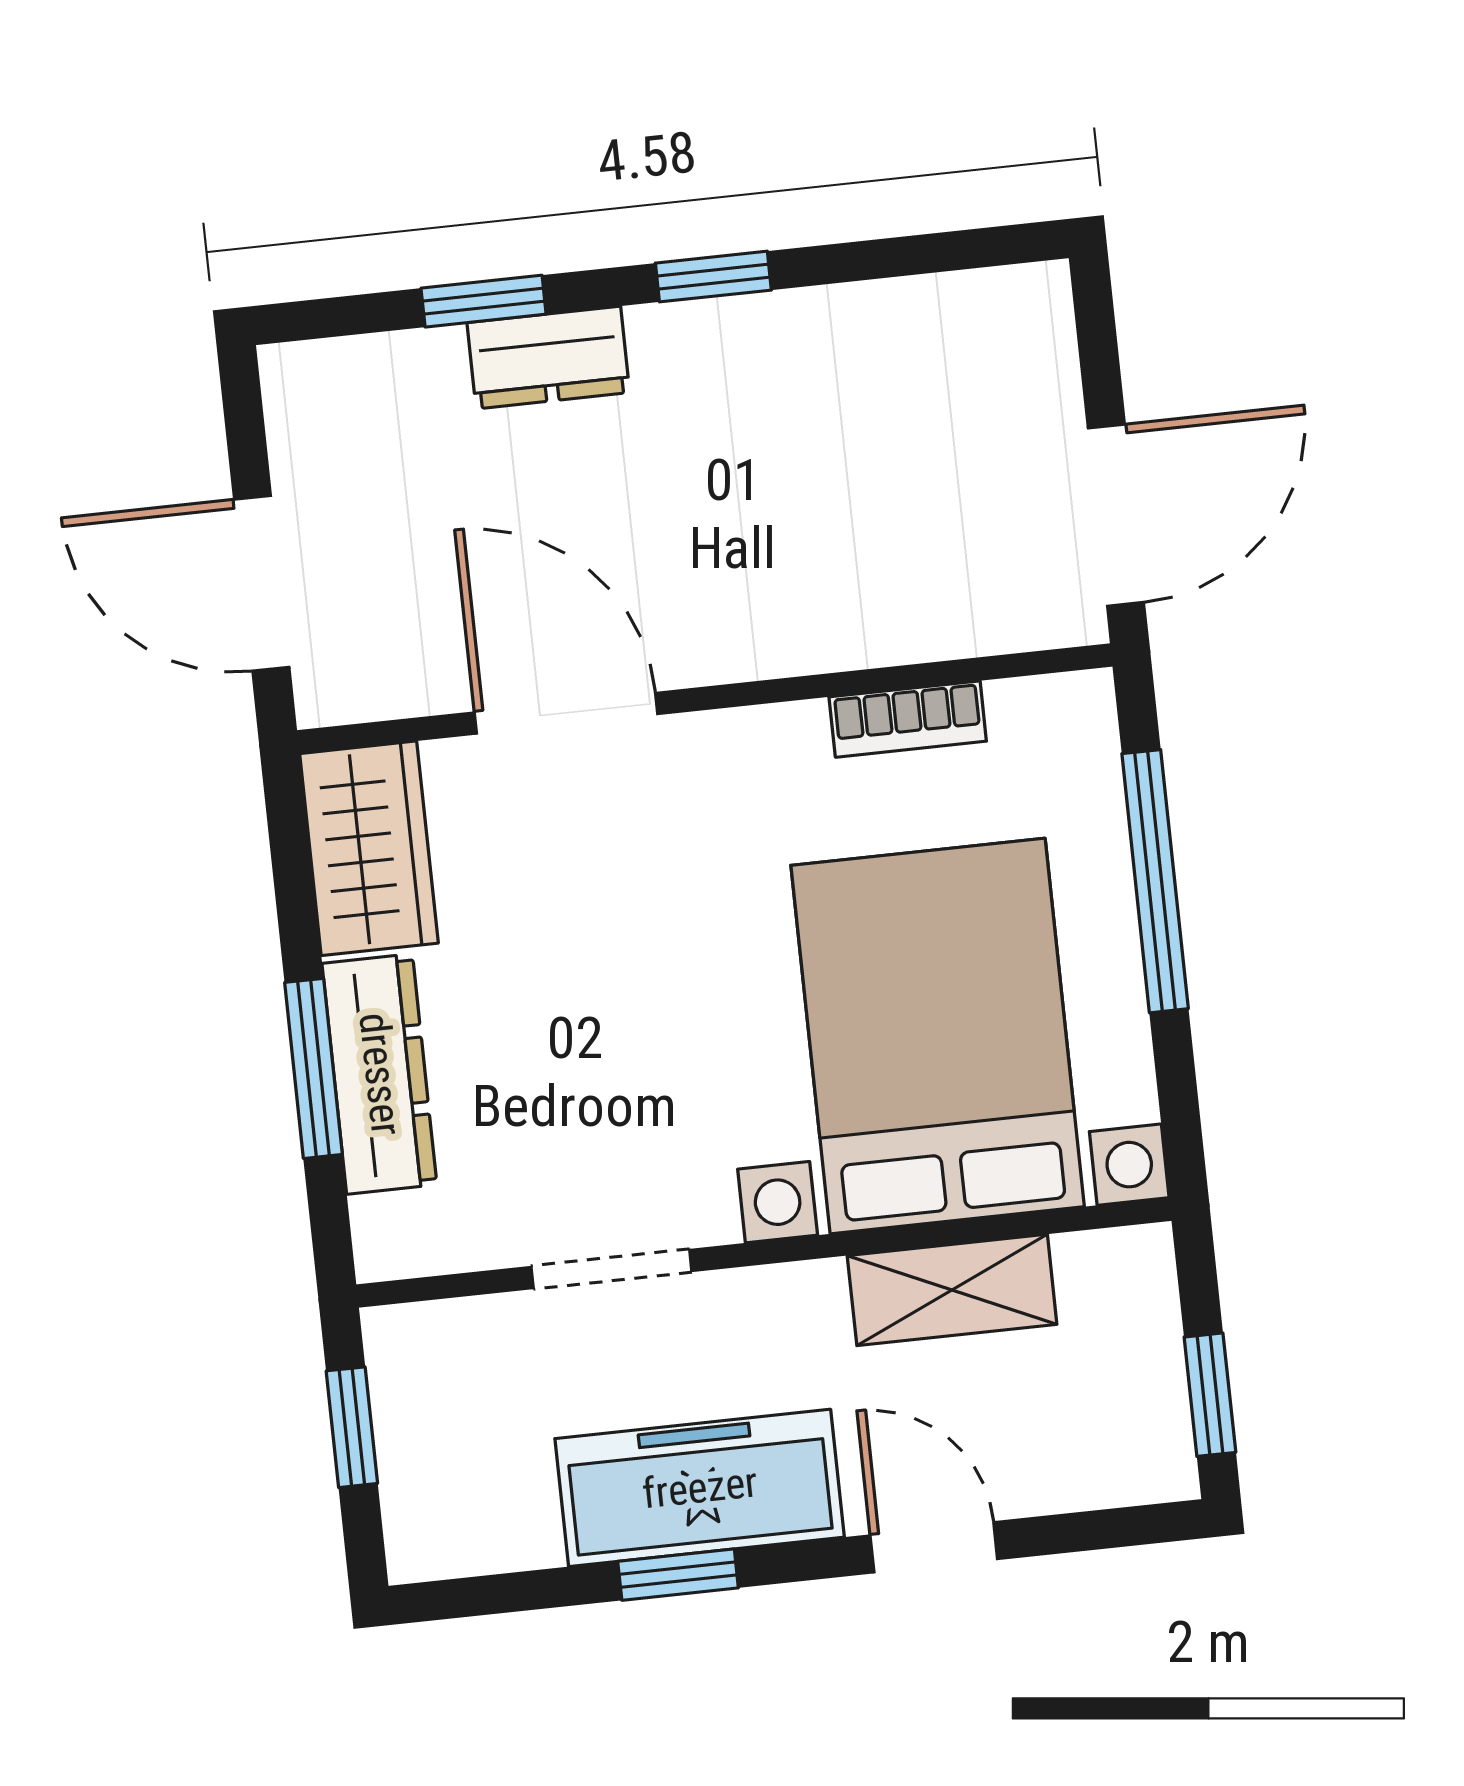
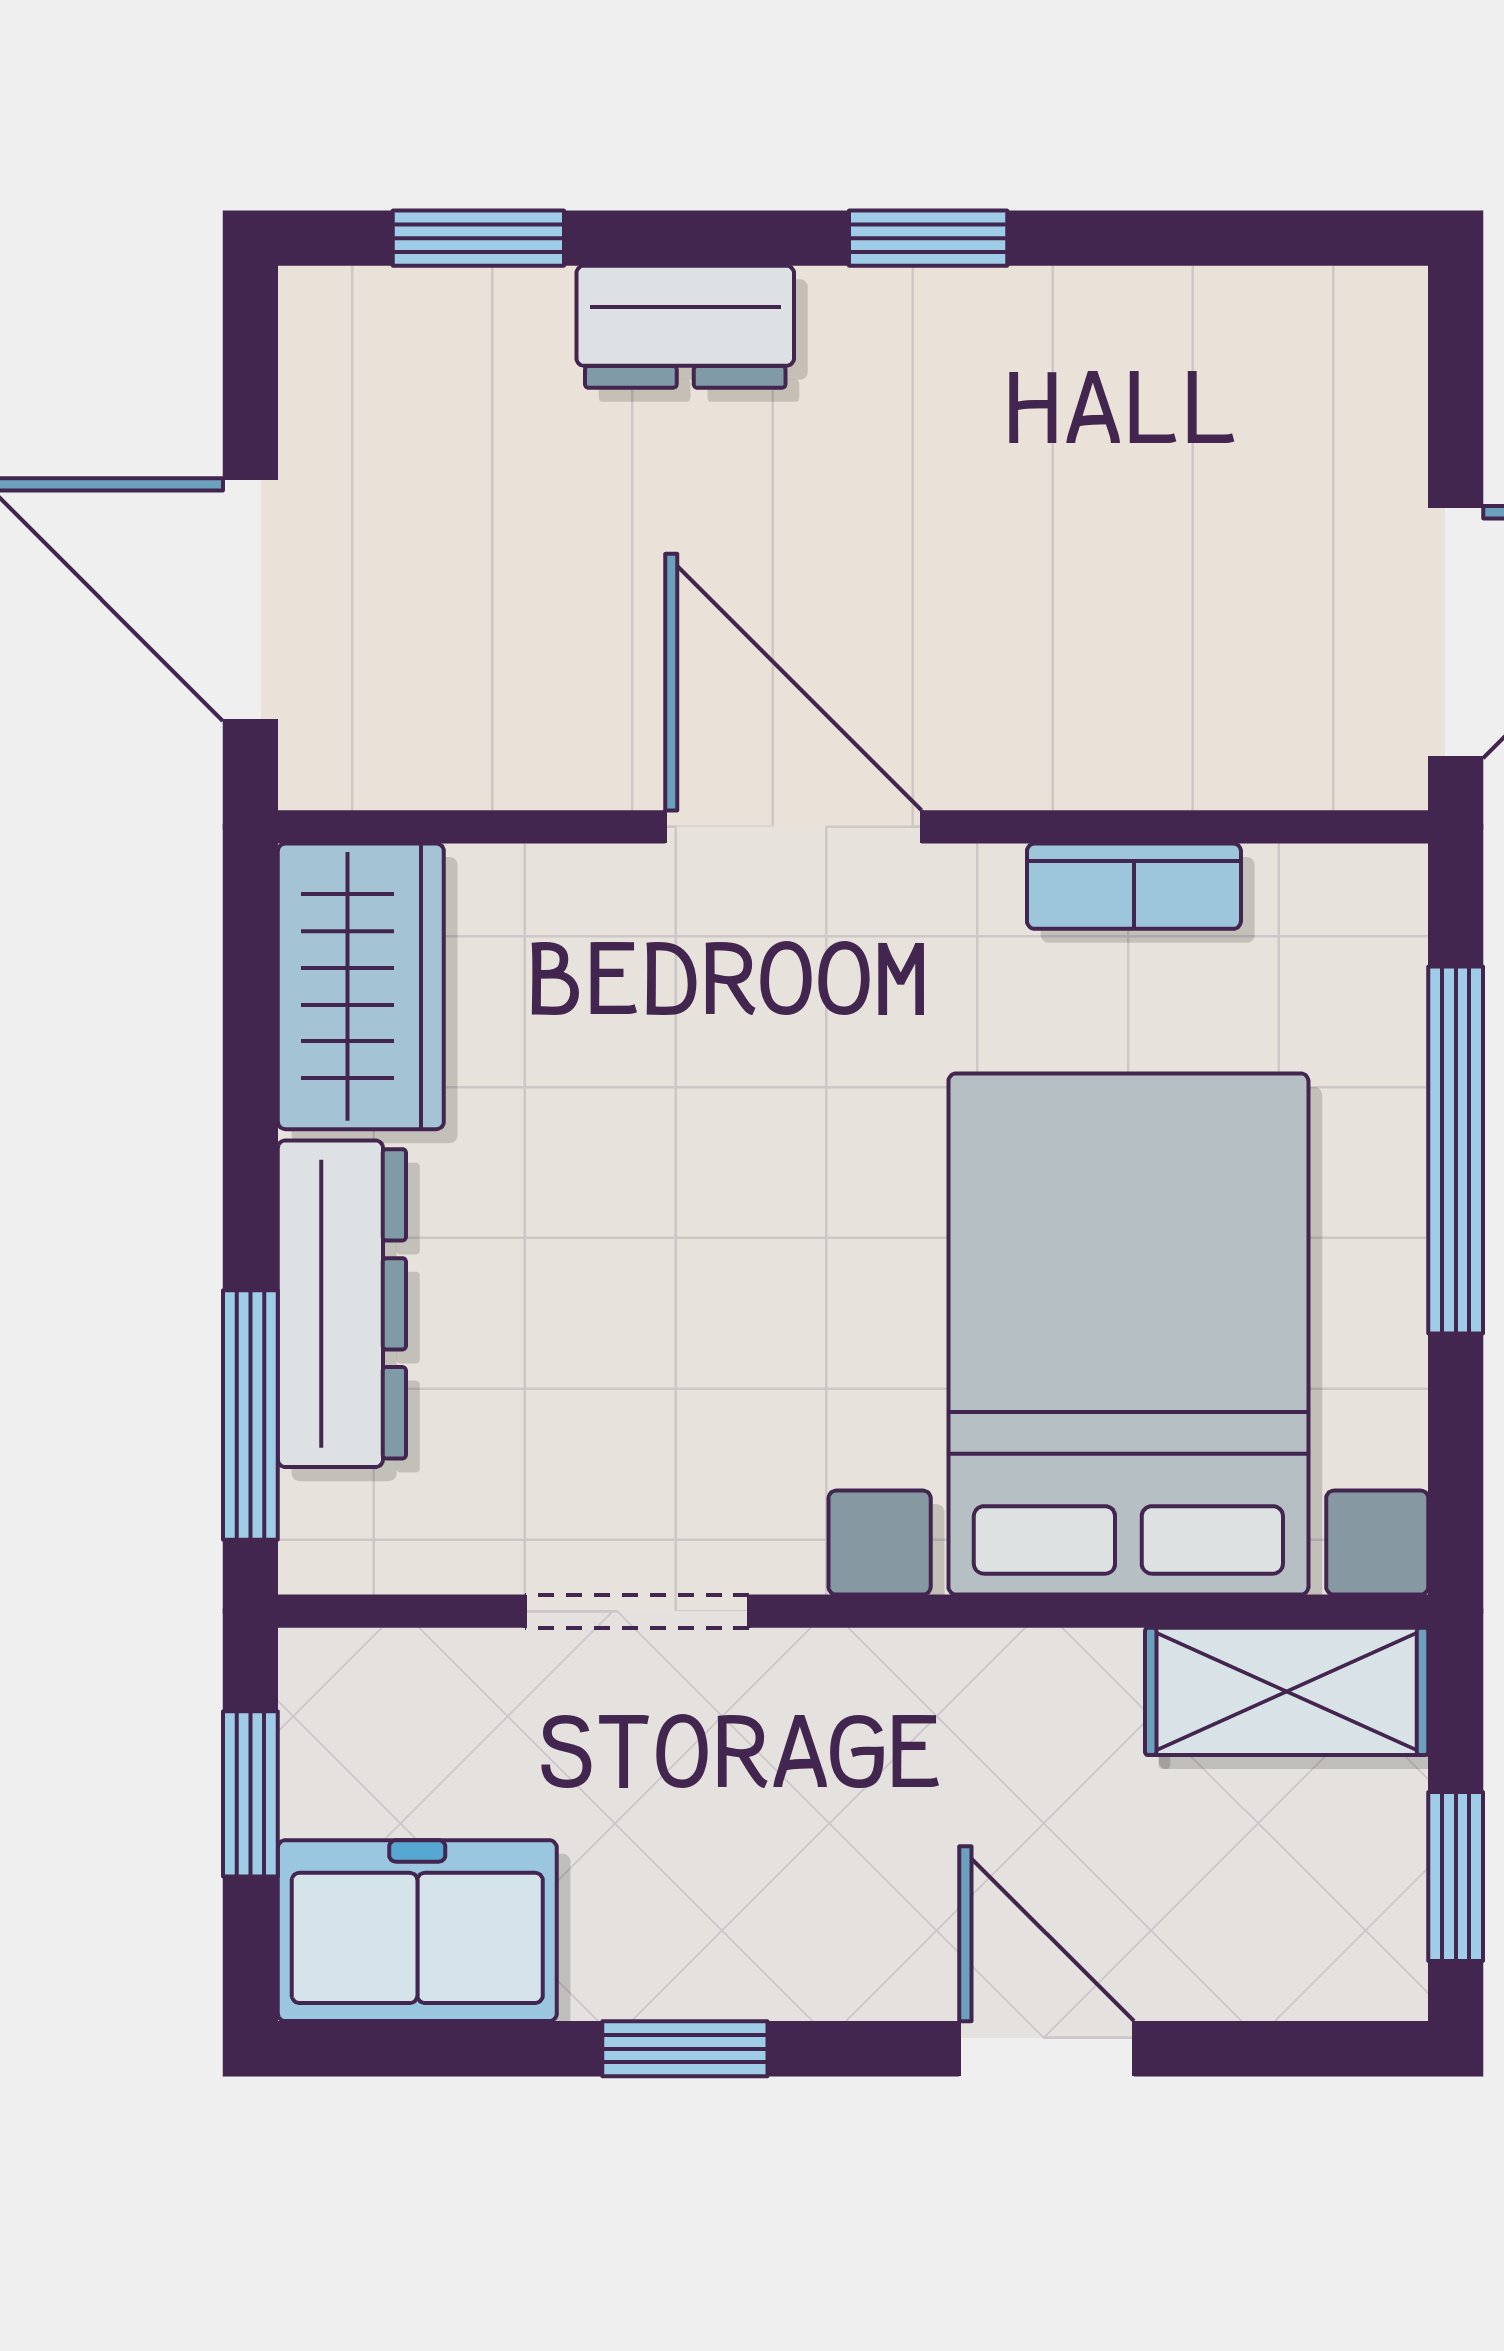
window: (484, 301) -> (478, 238), moved
door: (566, 713) -> (793, 827), moved
window: (314, 1068) -> (250, 1415), moved
shelving: (952, 1290) -> (1287, 1691), moved
freezer: (700, 1488) -> (417, 1931), moved, width x0.71

